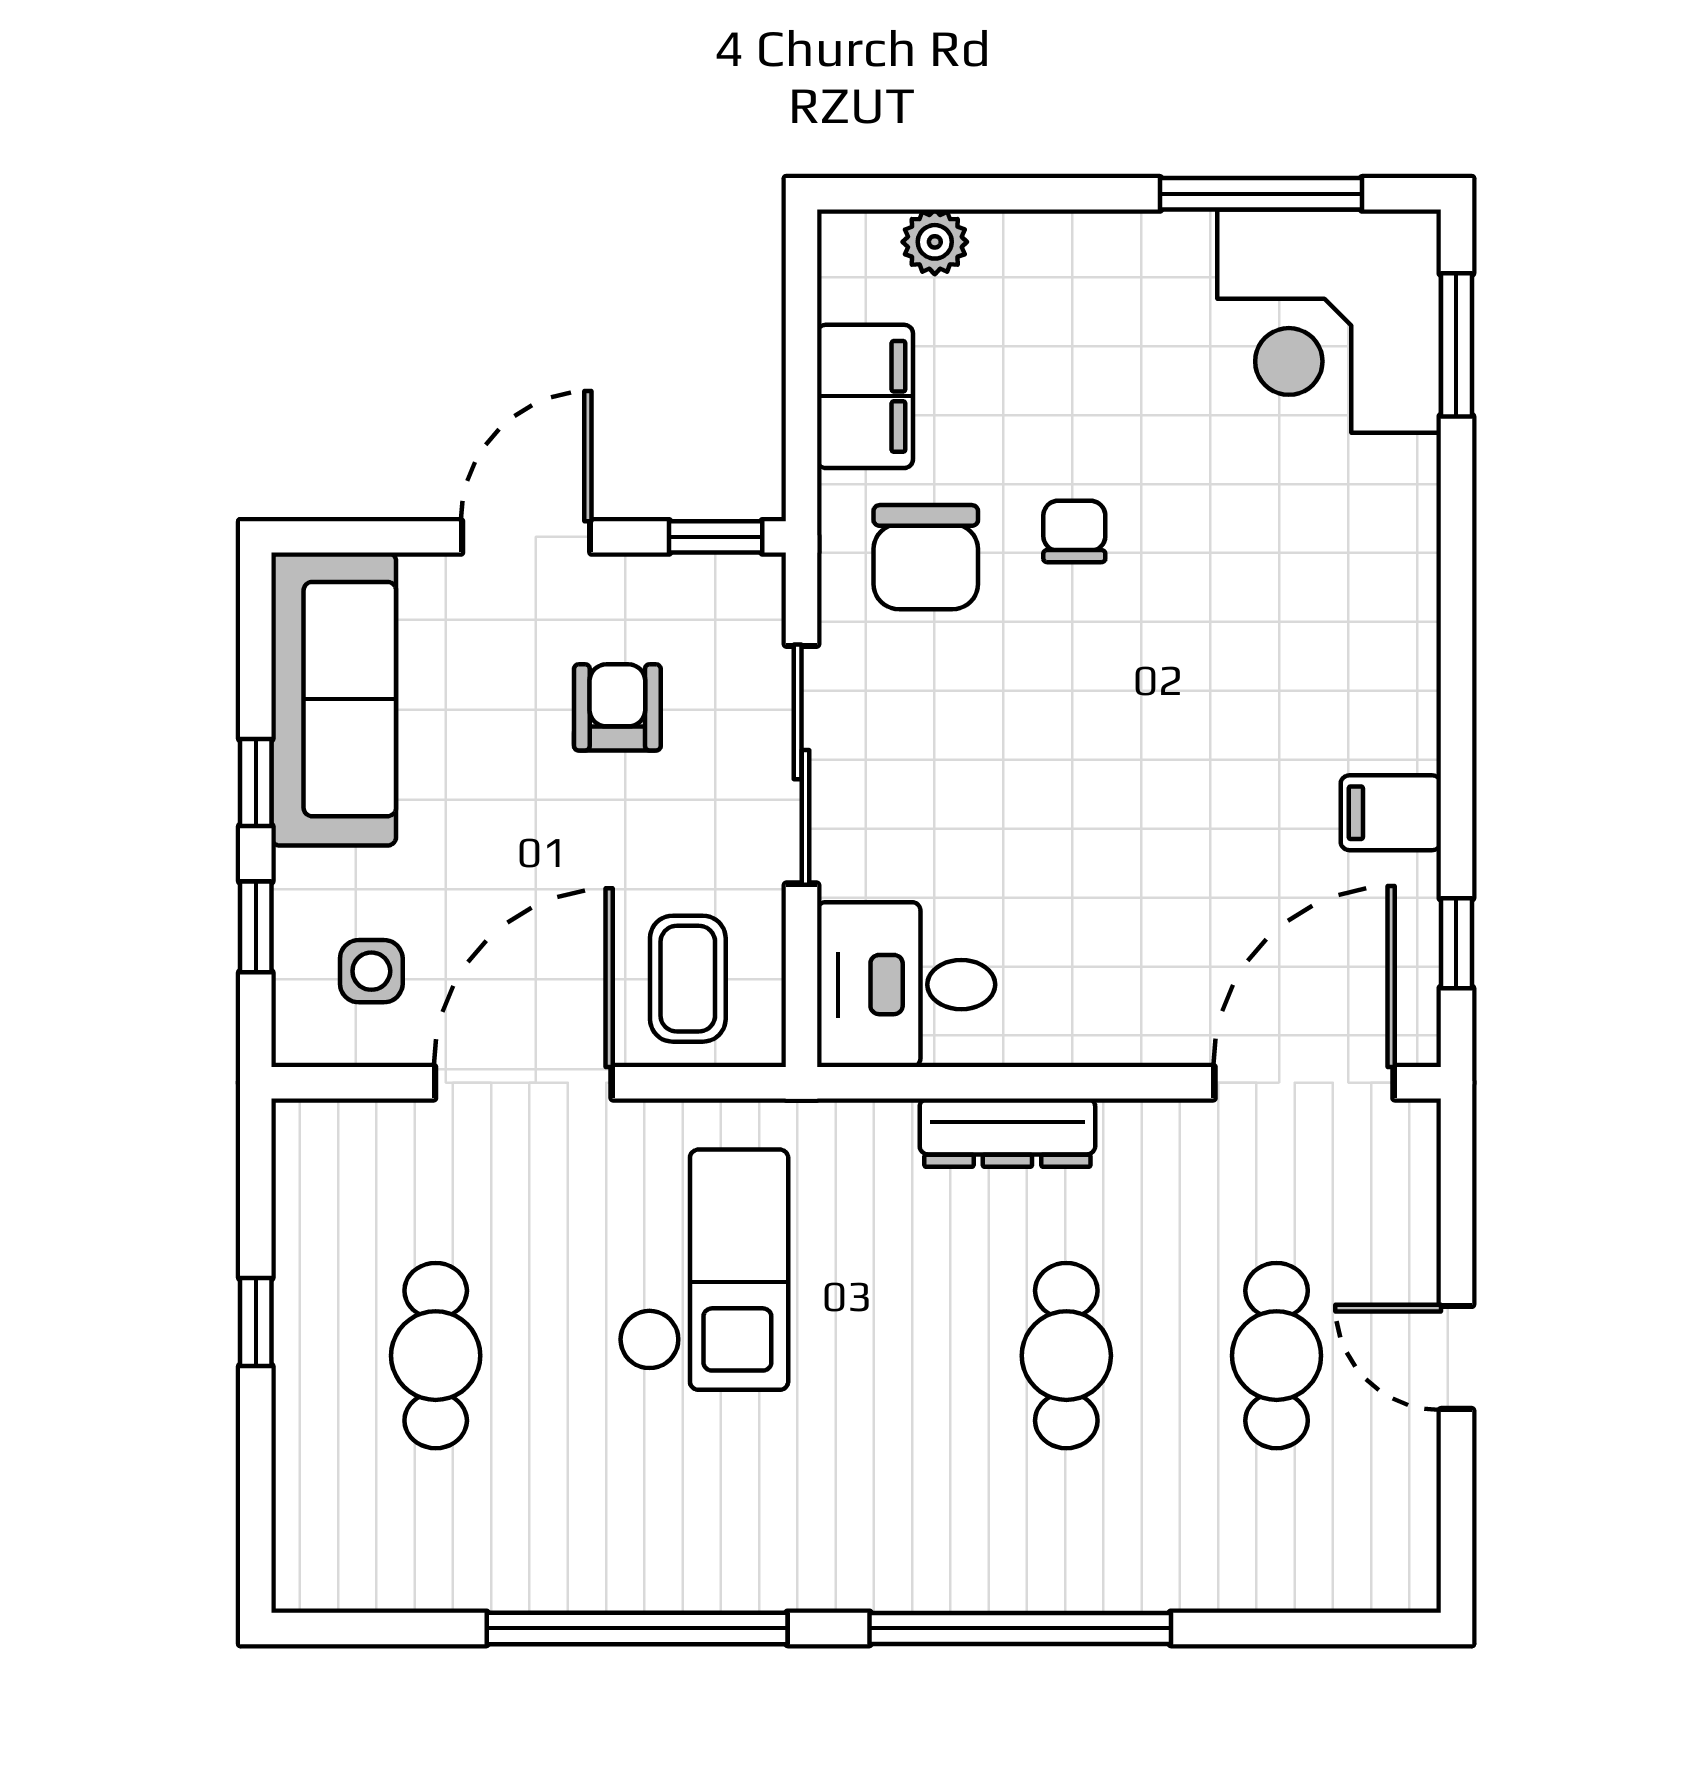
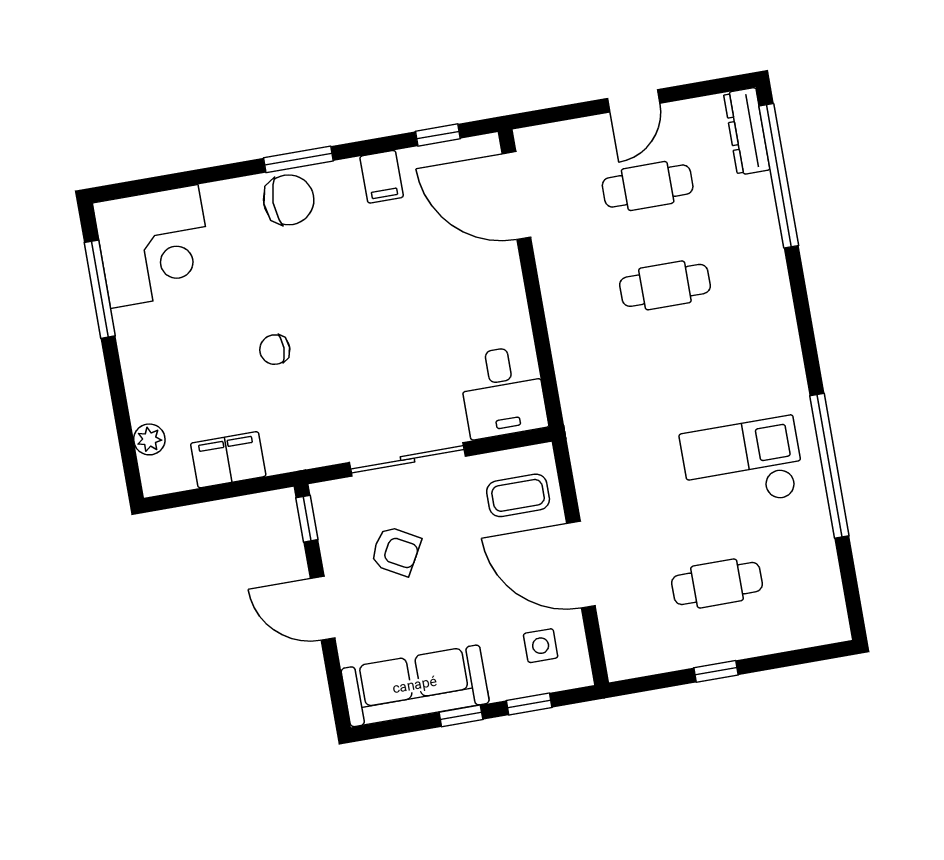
window: (1456, 345) -> (298, 159), moved
chair: (926, 557) -> (289, 200), moved
armchair: (617, 707) -> (396, 551), turned -151
dresser: (1007, 1133) -> (747, 131), moved, turned 180
checkout: (704, 1270) -> (743, 464), moved
window: (1020, 1628) -> (779, 176), moved

